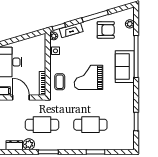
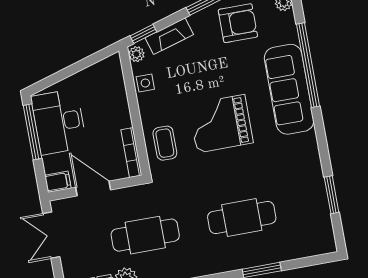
sofa: (125, 67) -> (289, 89), width x1.36

